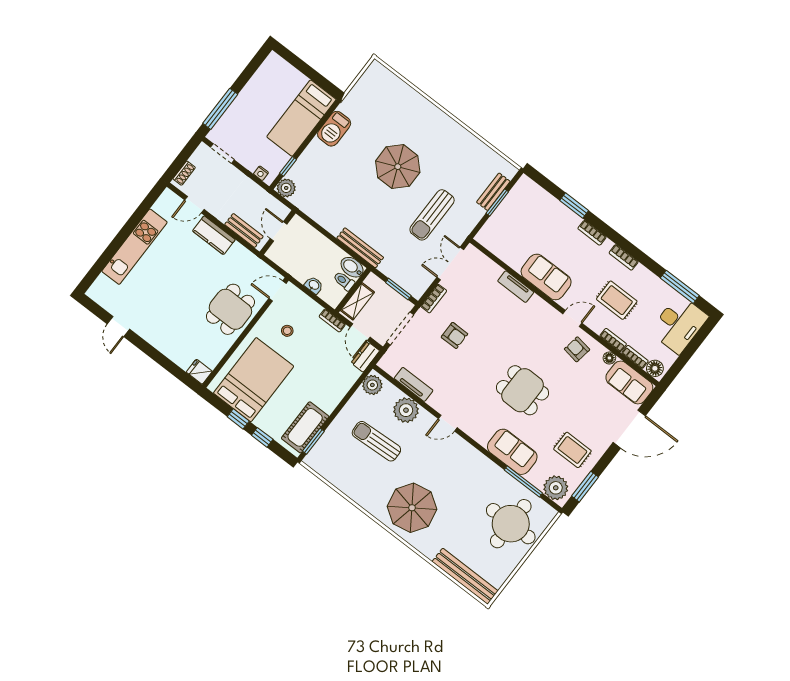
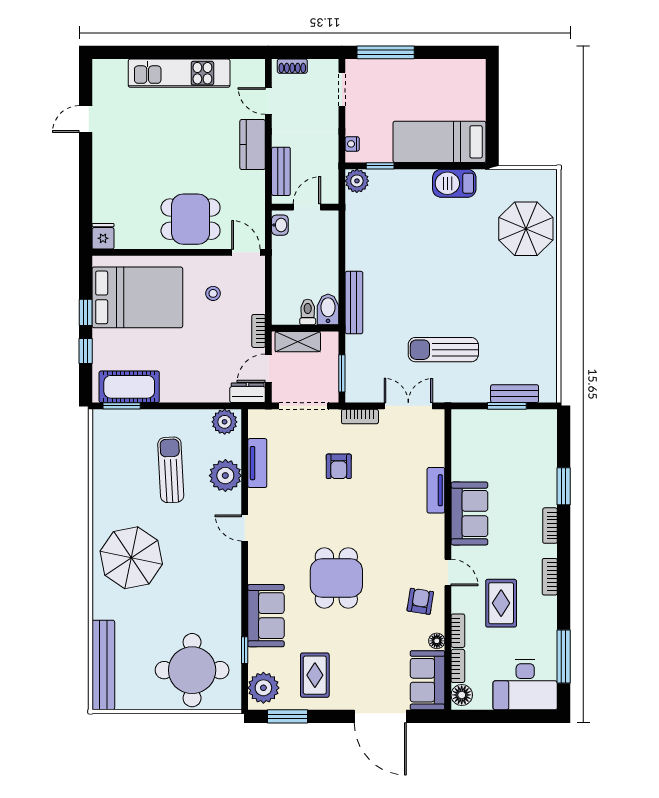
parasol: (398, 167) -> (526, 229), moved
washbasin: (314, 285) -> (280, 225), moved
window: (523, 482) -> (245, 650), width x0.46

